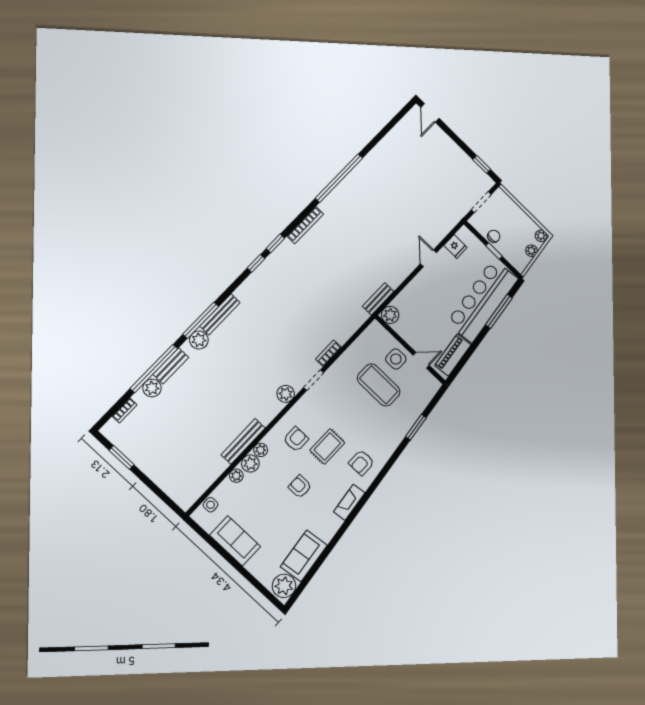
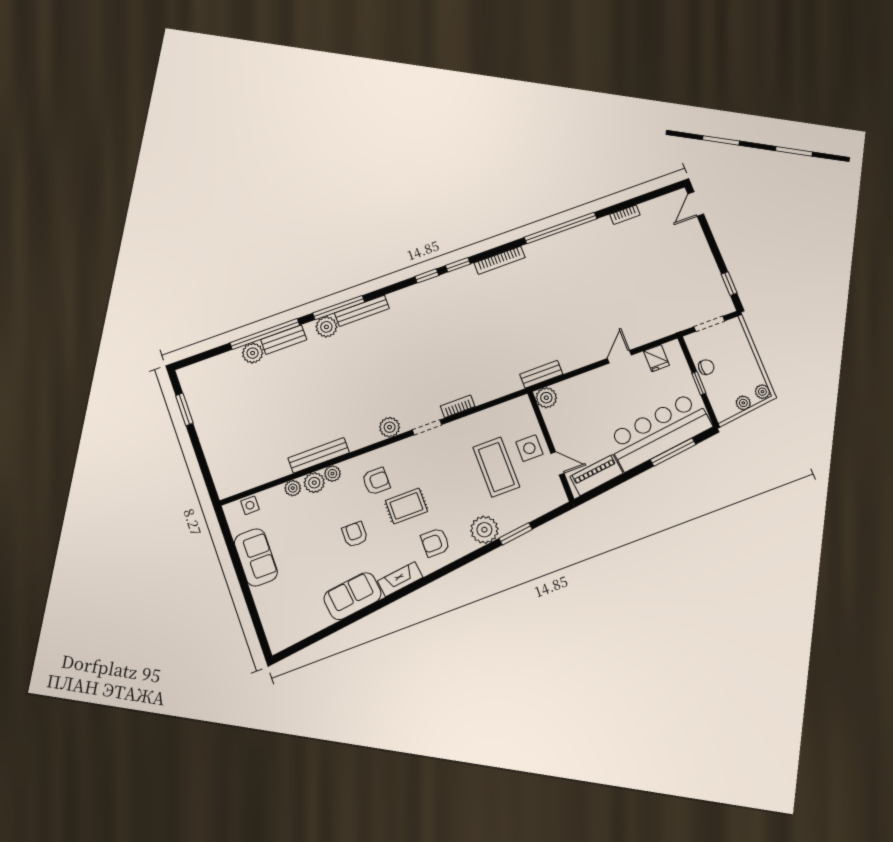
bookcase: (125, 410) -> (625, 215), moved
sofa: (304, 556) -> (353, 596), moved
plant: (284, 586) -> (484, 530), moved

